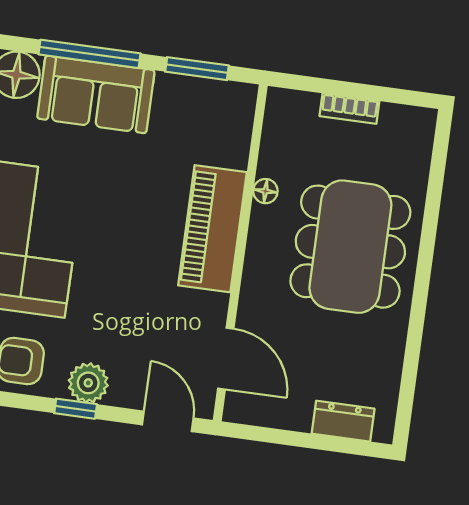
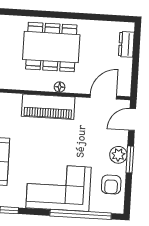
floor lamp: (265, 191) -> (60, 87), moved
window: (76, 409) -> (130, 159), width x1.50

